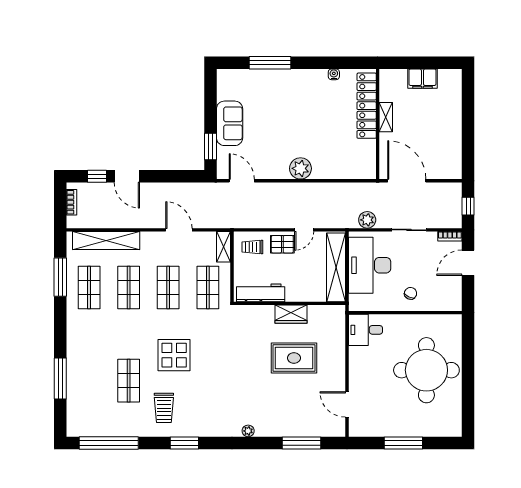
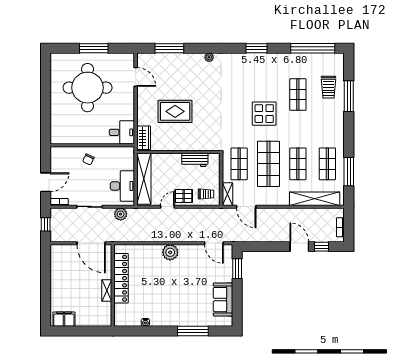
filing cabinet: (422, 79) -> (64, 319), moved
locker: (367, 106) -> (121, 278), moved
sofa: (230, 123) -> (223, 300), moved
door: (179, 230) -> (246, 207), moved
desk: (370, 265) -> (122, 186), width x0.73, depth x0.77
shop shelf: (168, 287) -> (269, 164), width x1.43, depth x1.36
workbench: (261, 293) -> (195, 160), width x0.73
wardrobe: (291, 314) -> (144, 138), moved, turned 90
round table: (426, 370) -> (88, 88), moved
trolley: (164, 408) -> (328, 87), moved, turned 180

